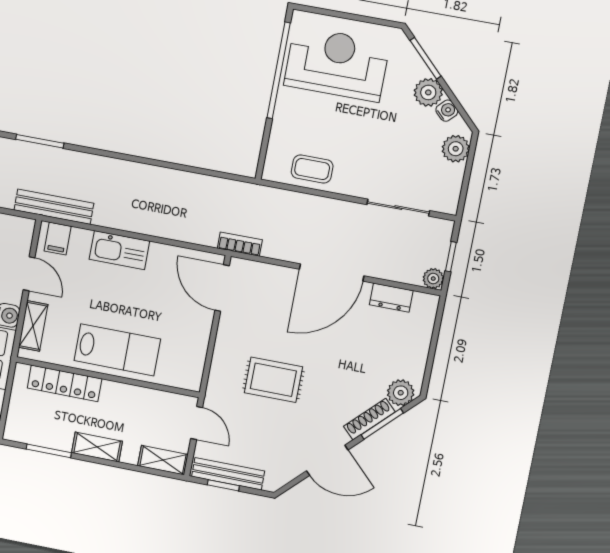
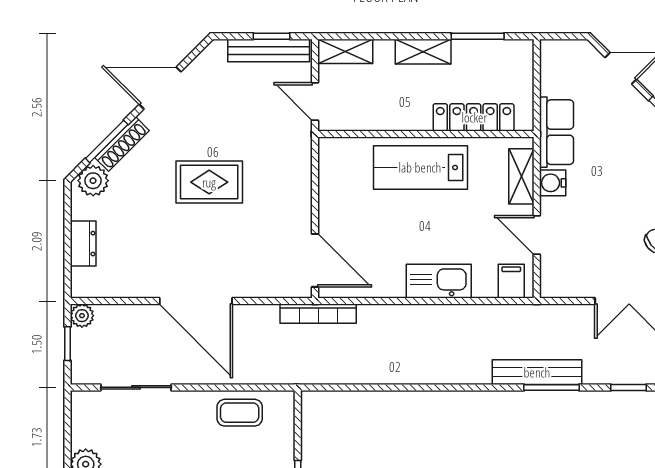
bench: (54, 207) -> (537, 372), moved
bookcase: (240, 244) -> (318, 314), width x1.56
door: (332, 272) -> (196, 301), swing flipped
dresser: (391, 298) -> (83, 244), moved, turned 90
rug: (273, 380) -> (209, 182), moved

